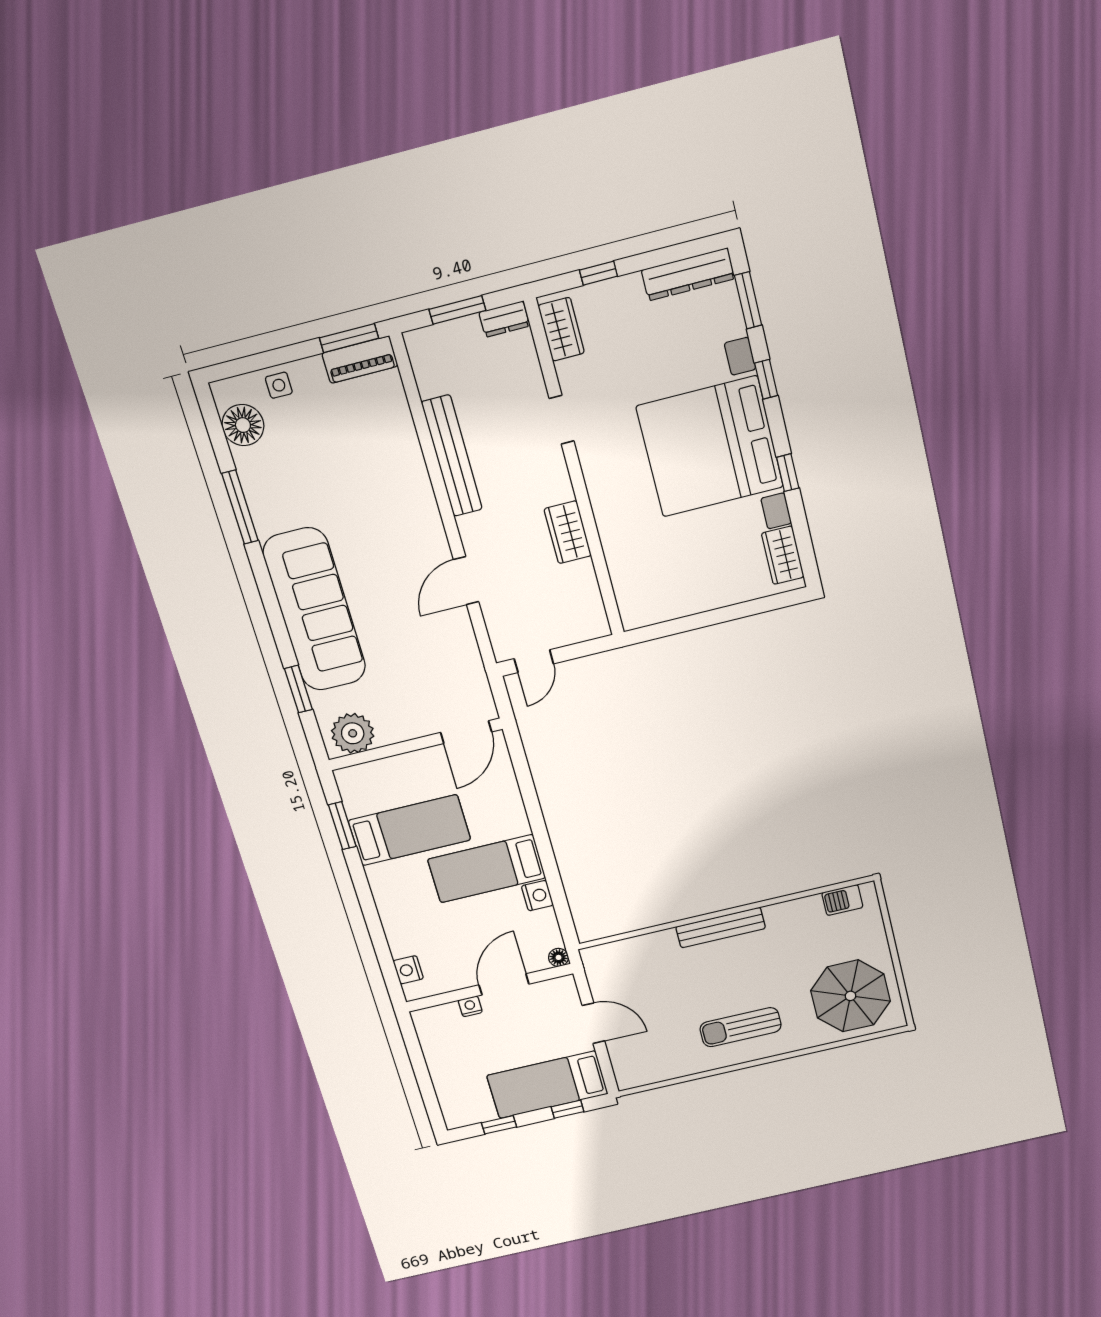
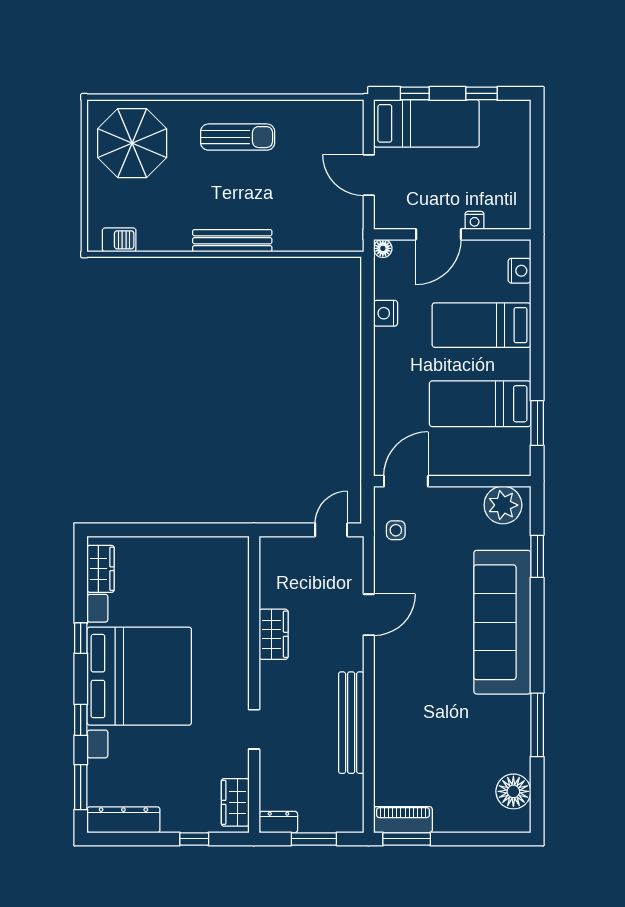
side table: (279, 385) -> (396, 530), moved
bed: (487, 869) -> (481, 325), moved, turned 180

